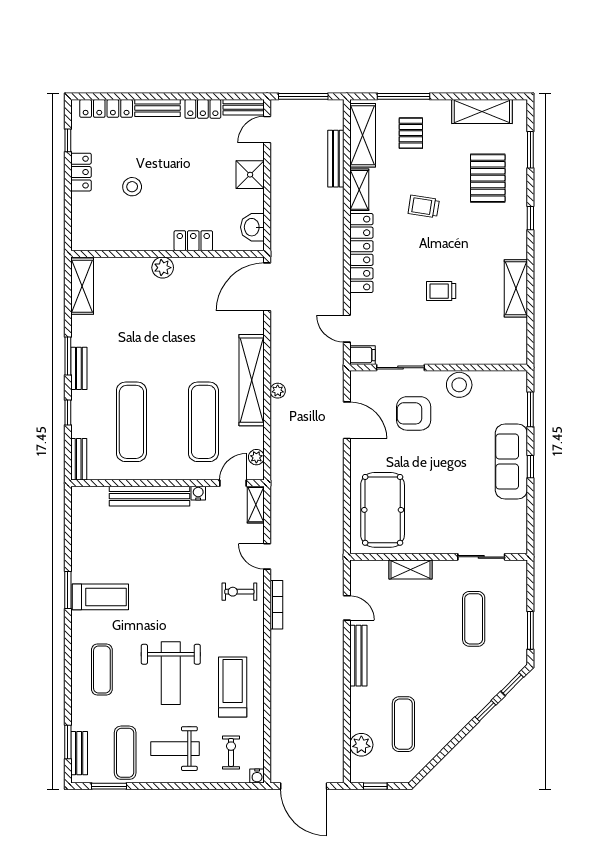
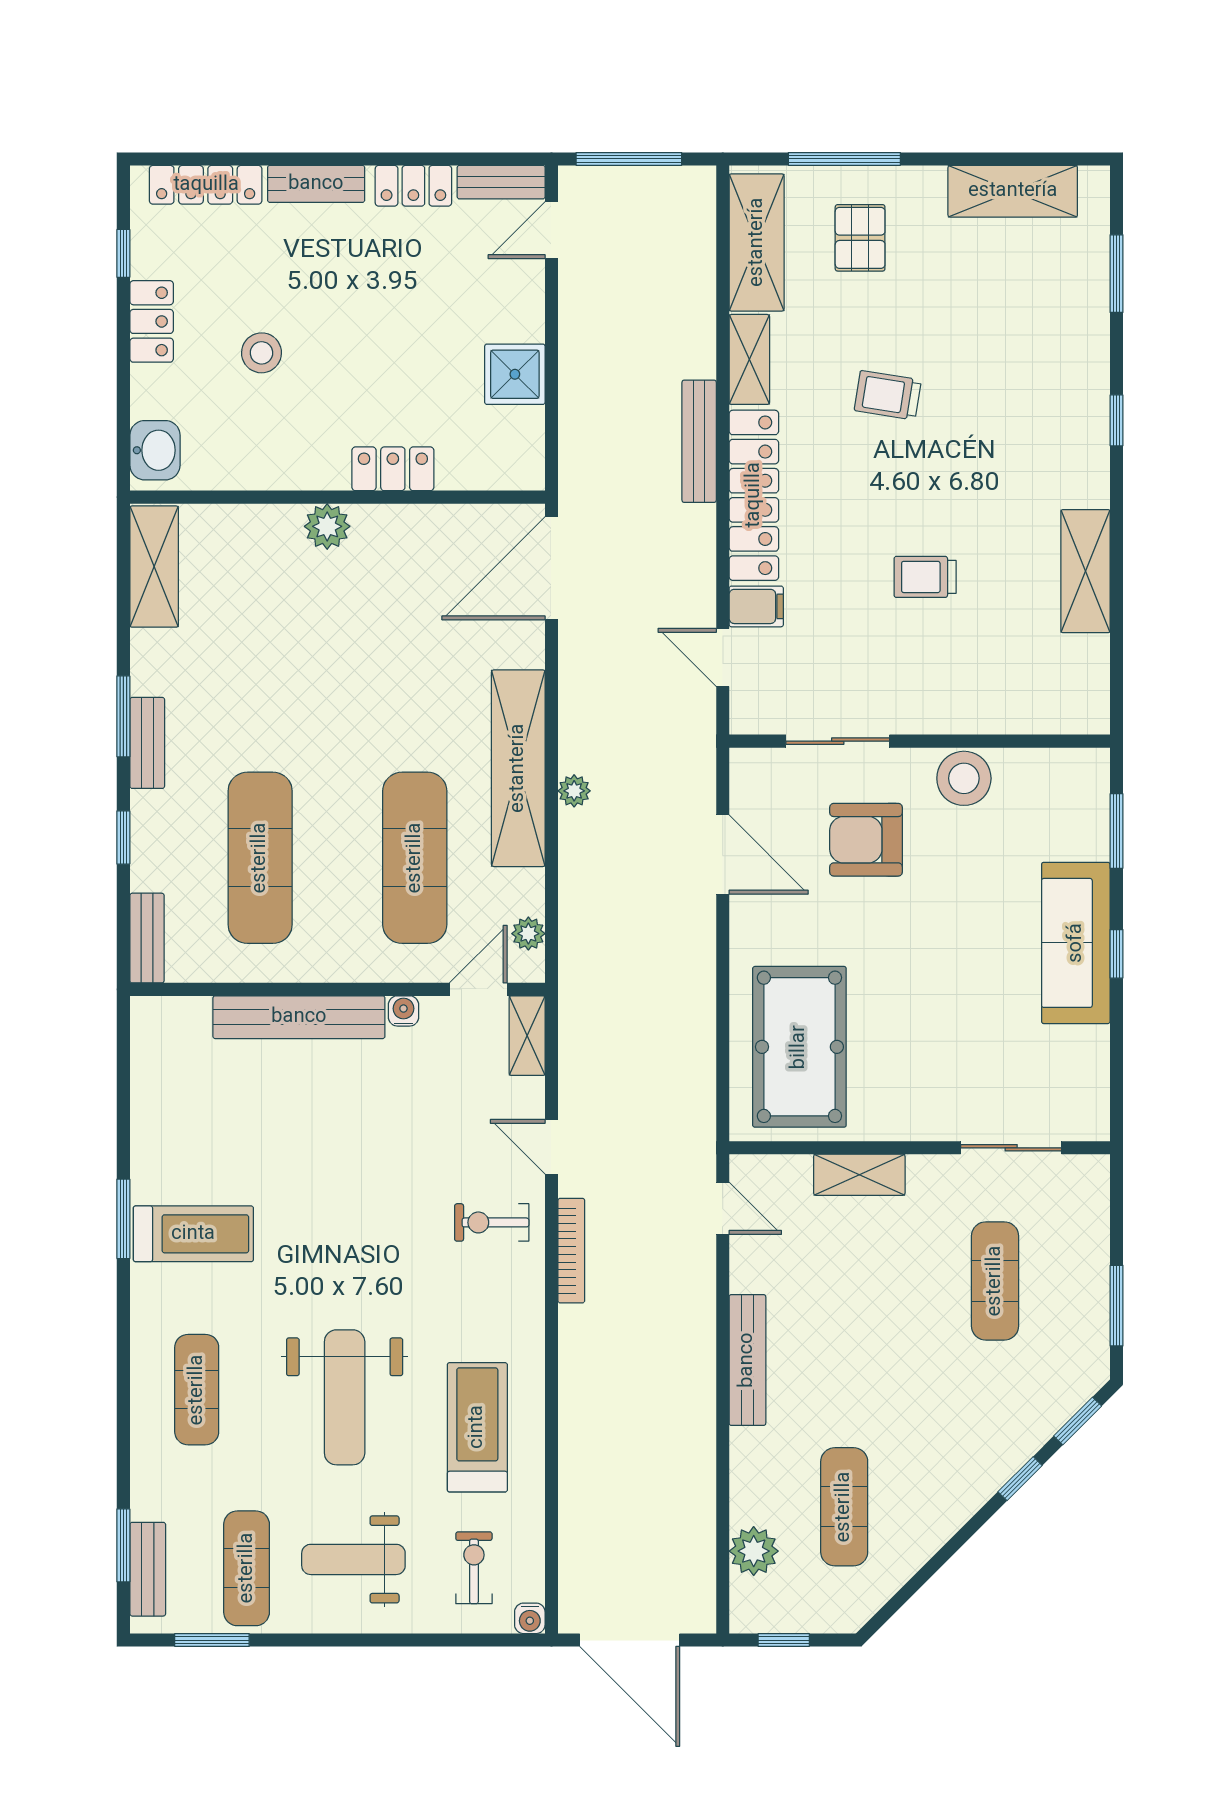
bench: (336, 159) -> (699, 441), moved
shower: (250, 175) -> (515, 374), moved
pallet: (488, 178) -> (1025, 334), removed
washbasin: (252, 227) -> (155, 450), moved, turned 180
filing cabinet: (362, 355) -> (756, 606), moved
door: (347, 608) -> (723, 1208), moved

